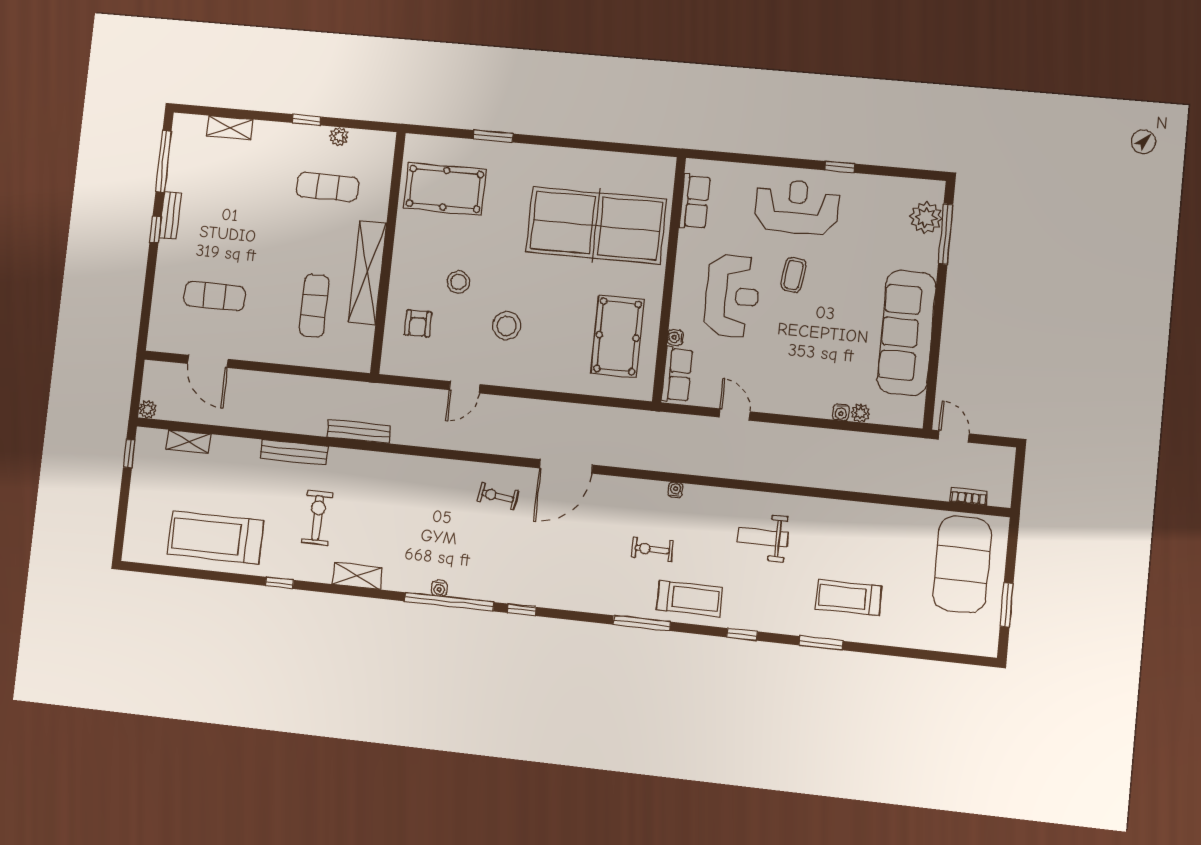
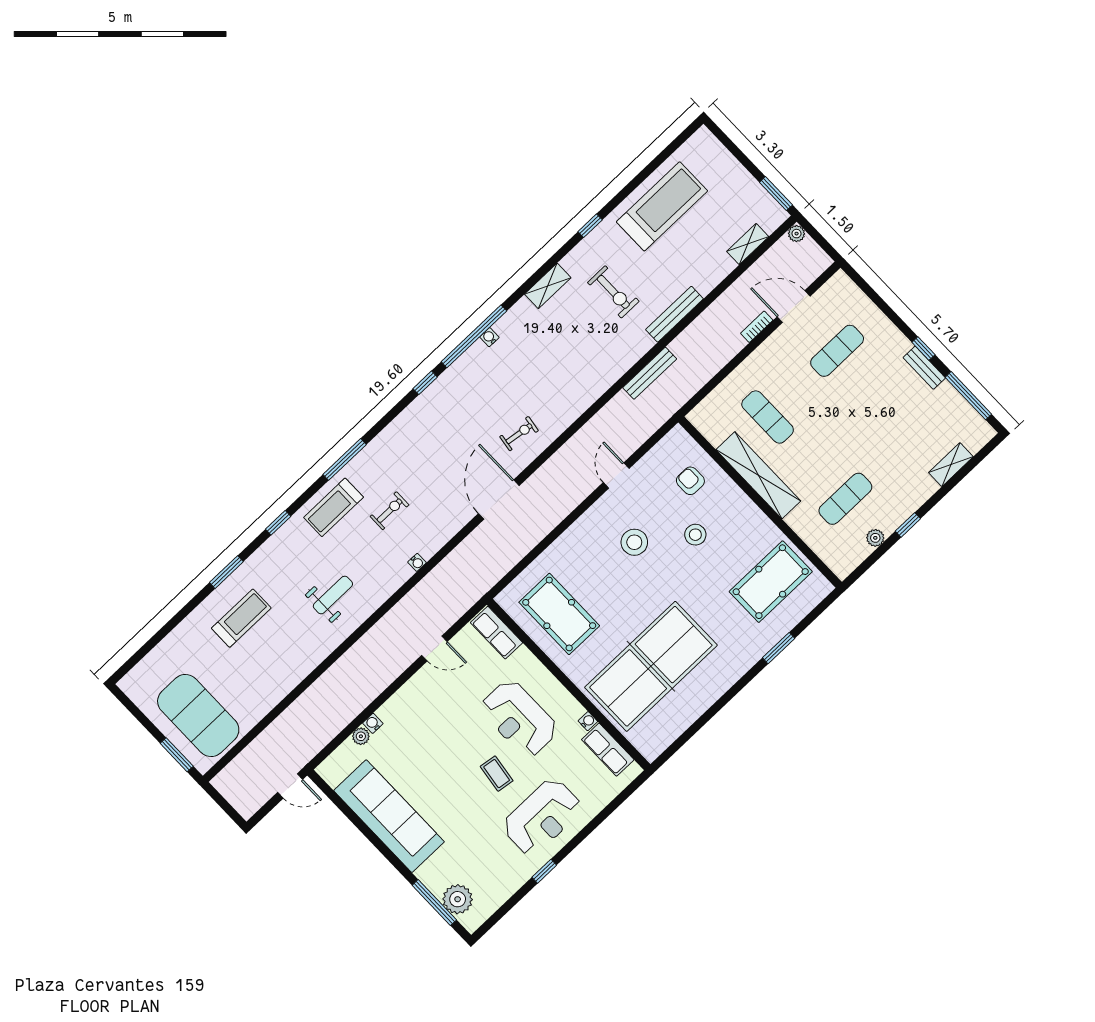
water cooler: (675, 337) -> (588, 721), moved
window: (129, 454) -> (776, 194), width x1.50
bookcase: (969, 496) -> (757, 327), moved, turned 180
window: (1007, 605) -> (177, 755), moved

